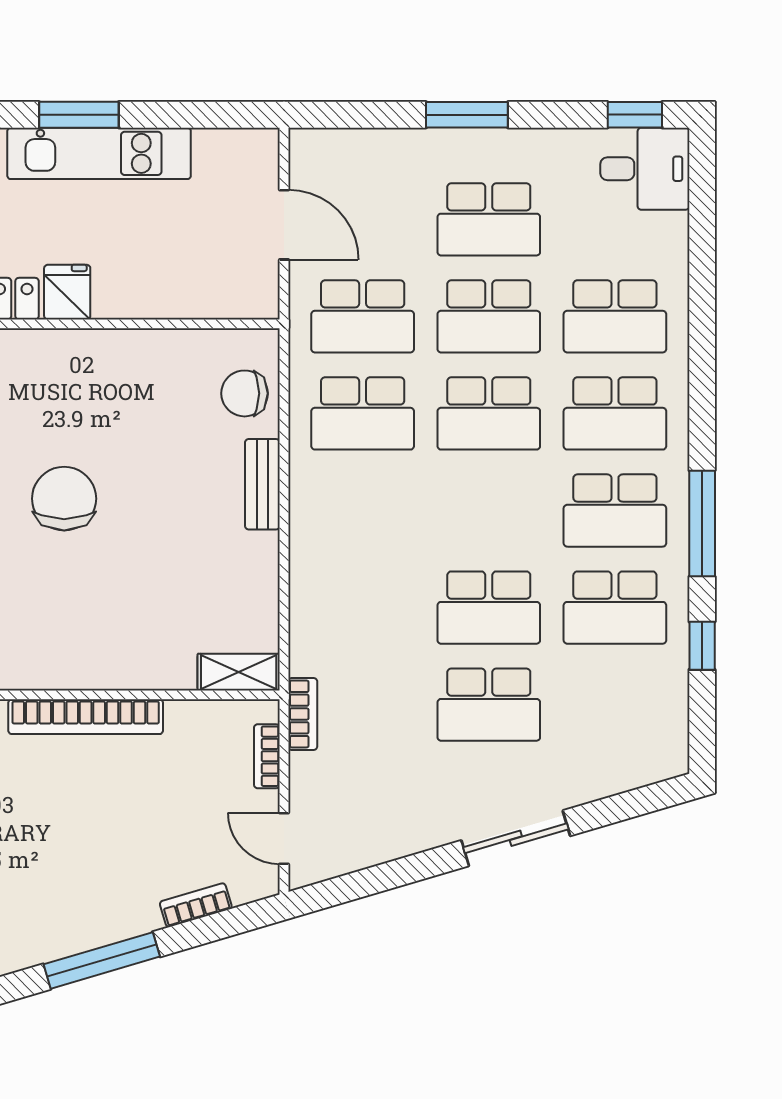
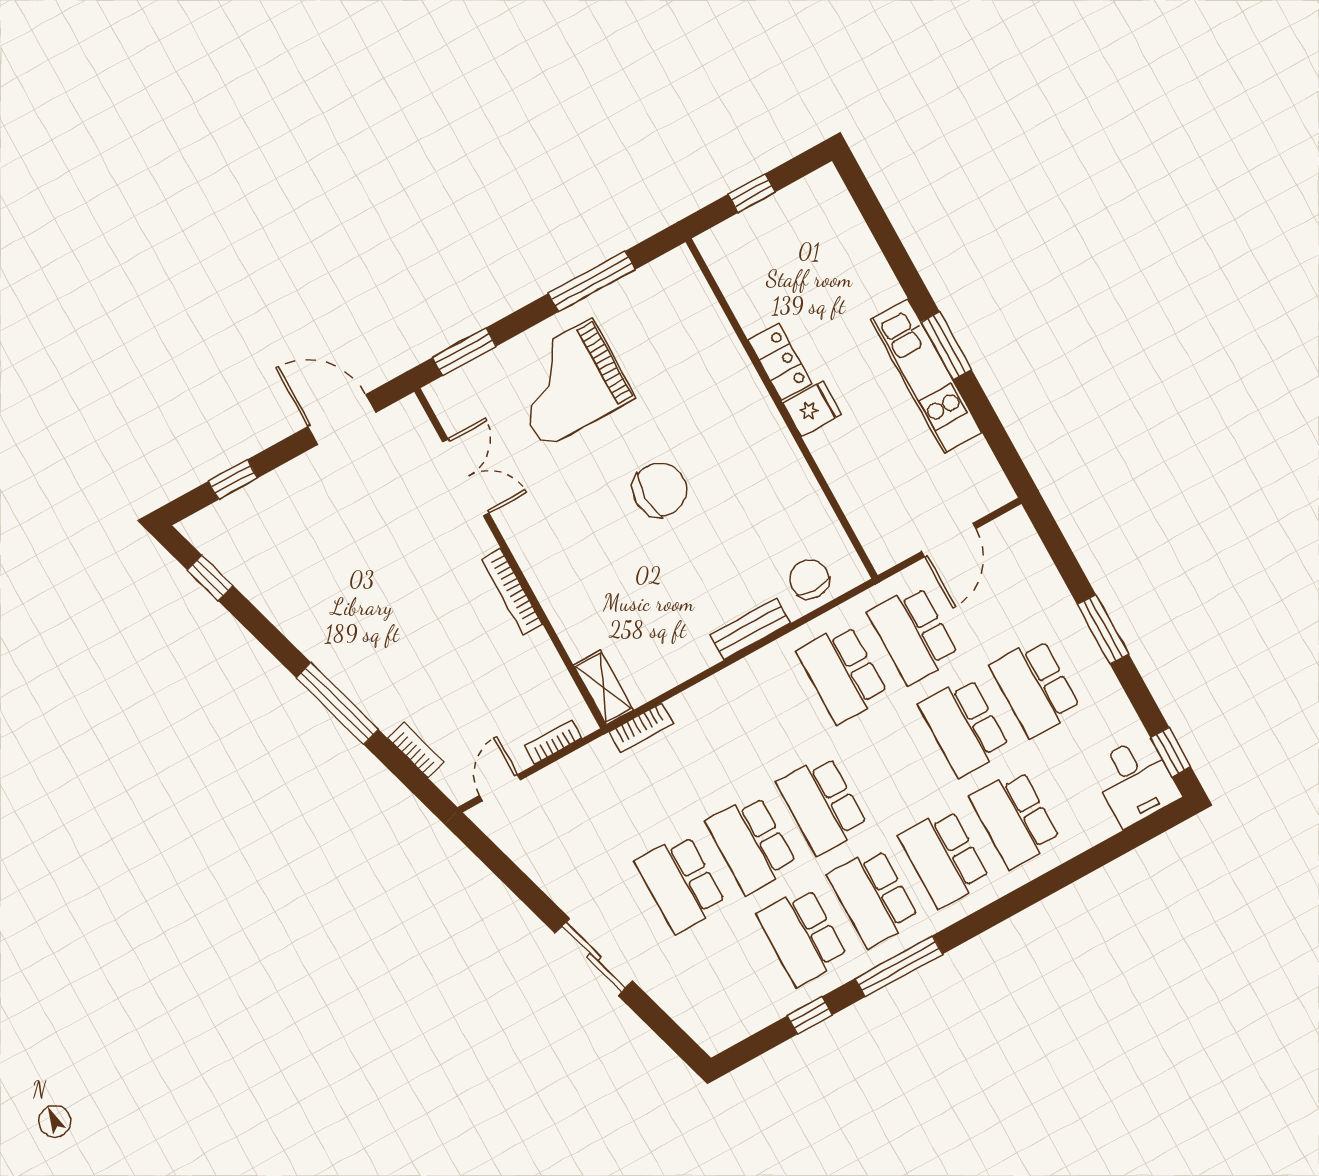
school desk: (489, 413) -> (822, 805), moved
bookcase: (303, 714) -> (641, 728), moved
bookcase: (86, 717) -> (512, 592), width x0.68, depth x0.76

